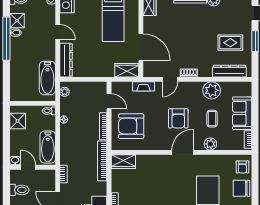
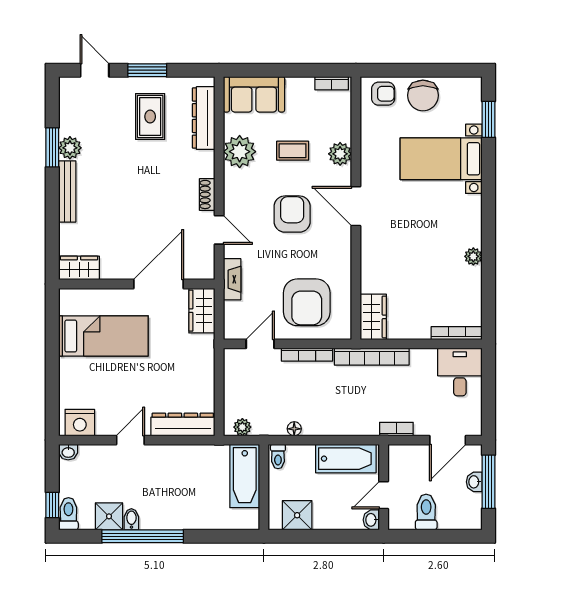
bathtub: (47, 78) -> (245, 476), moved, turned 90
sofa: (242, 113) -> (254, 94), moved
armchair: (178, 118) -> (292, 214), turned -90

